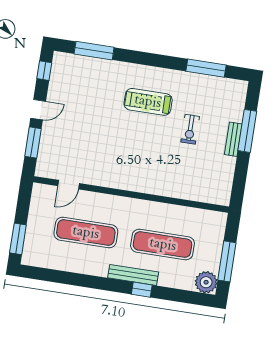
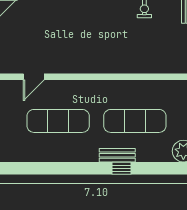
bench: (133, 275) -> (117, 155), width x0.73

